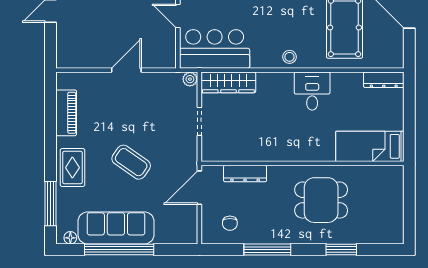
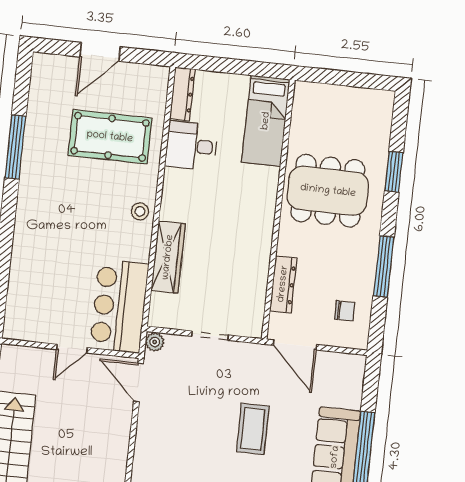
door: (126, 70) -> (139, 382), moved
wardrobe: (228, 82) -> (168, 257), moved
desk: (312, 91) -> (191, 146), moved
coffee table: (131, 162) -> (253, 429), turned -35
dining table: (321, 200) -> (328, 191), width x1.37

